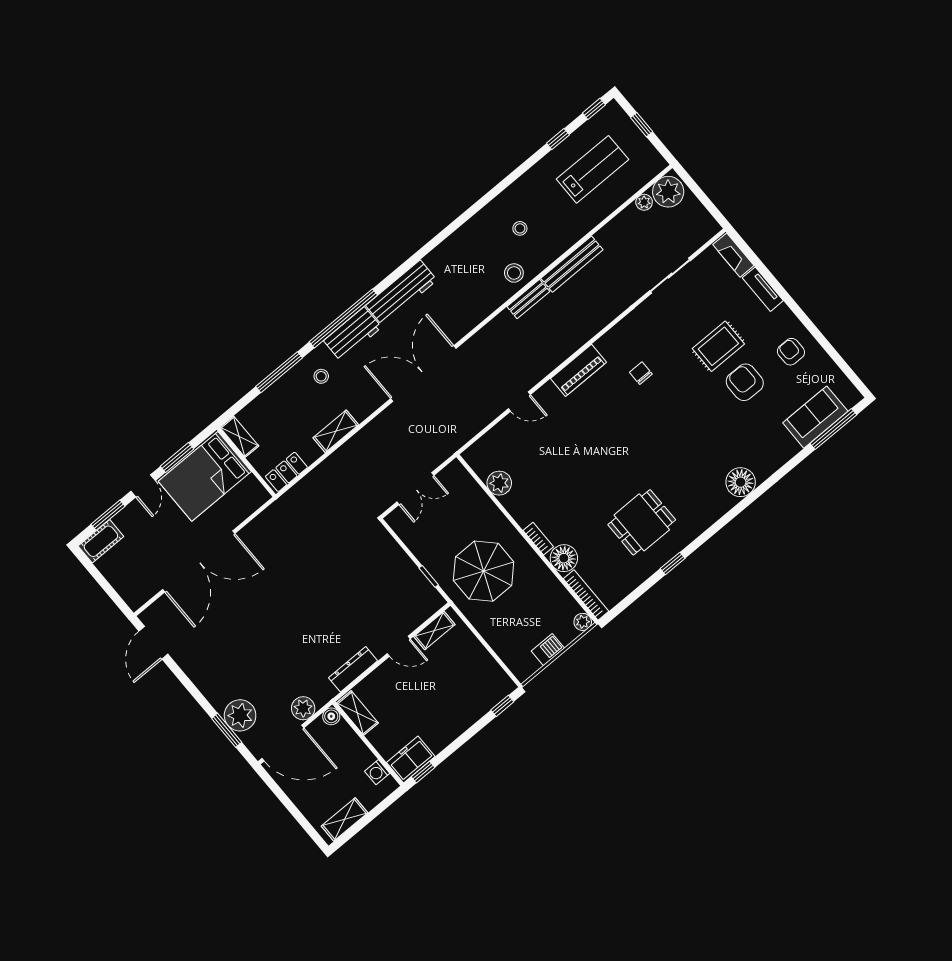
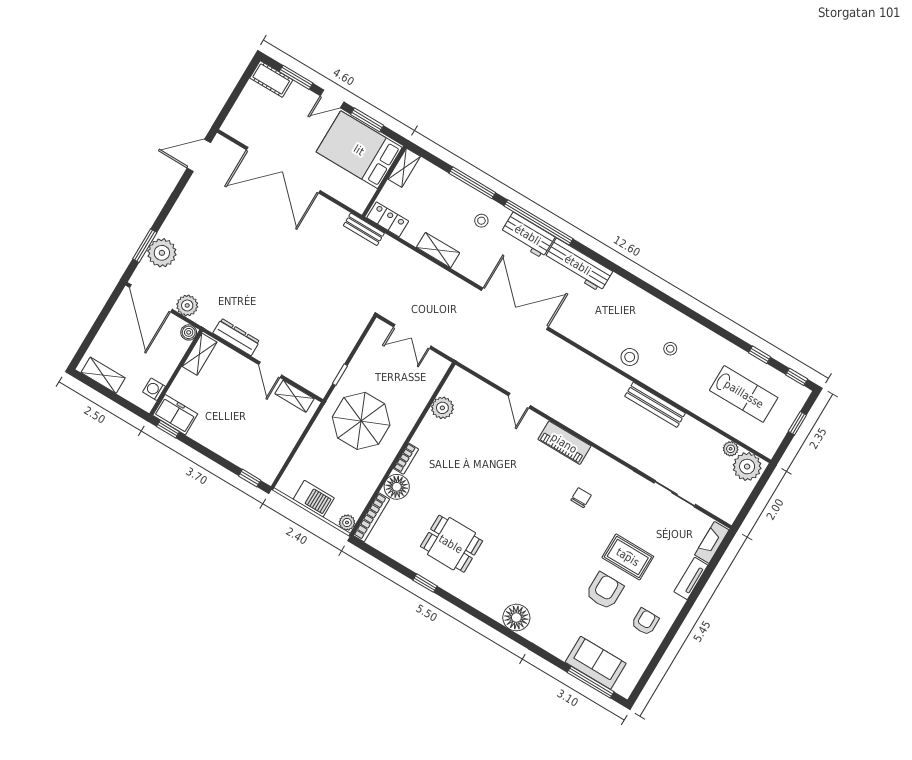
bench: (528, 299) -> (364, 229), moved
barbecue: (548, 650) -> (314, 499), width x1.38, depth x1.27

